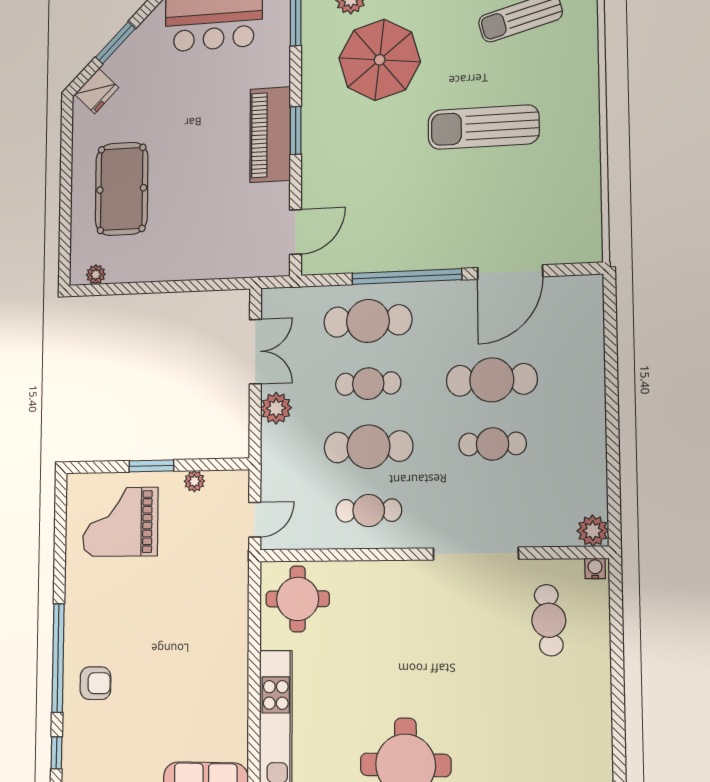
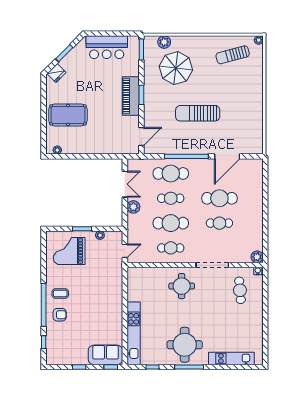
sun lounger: (483, 127) -> (198, 113), moved
pool table: (122, 189) -> (68, 115), turned 90
round table: (298, 599) -> (182, 286), moved
coffee table: (98, 629) -> (60, 294), added

